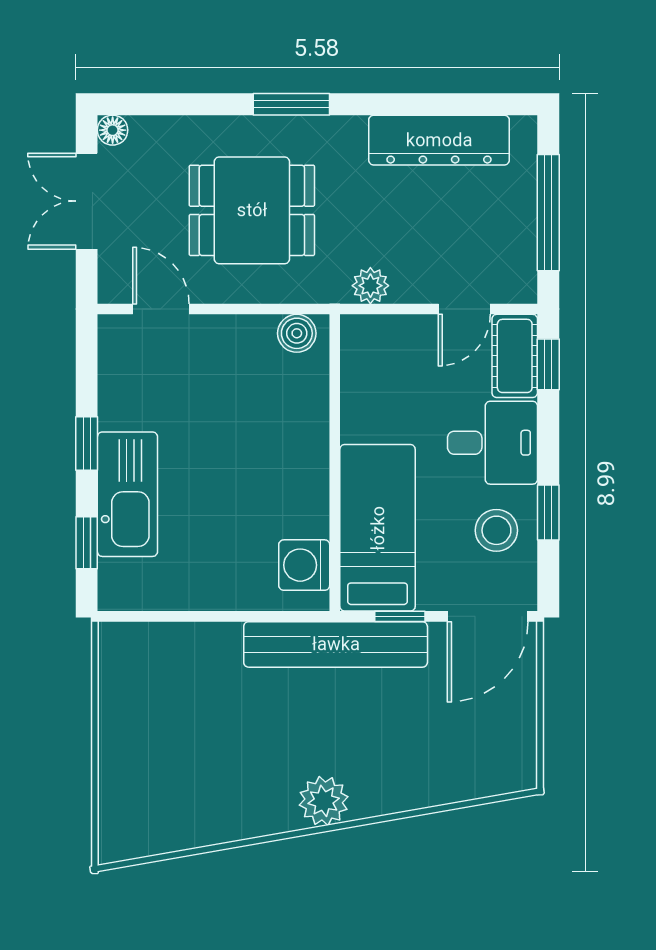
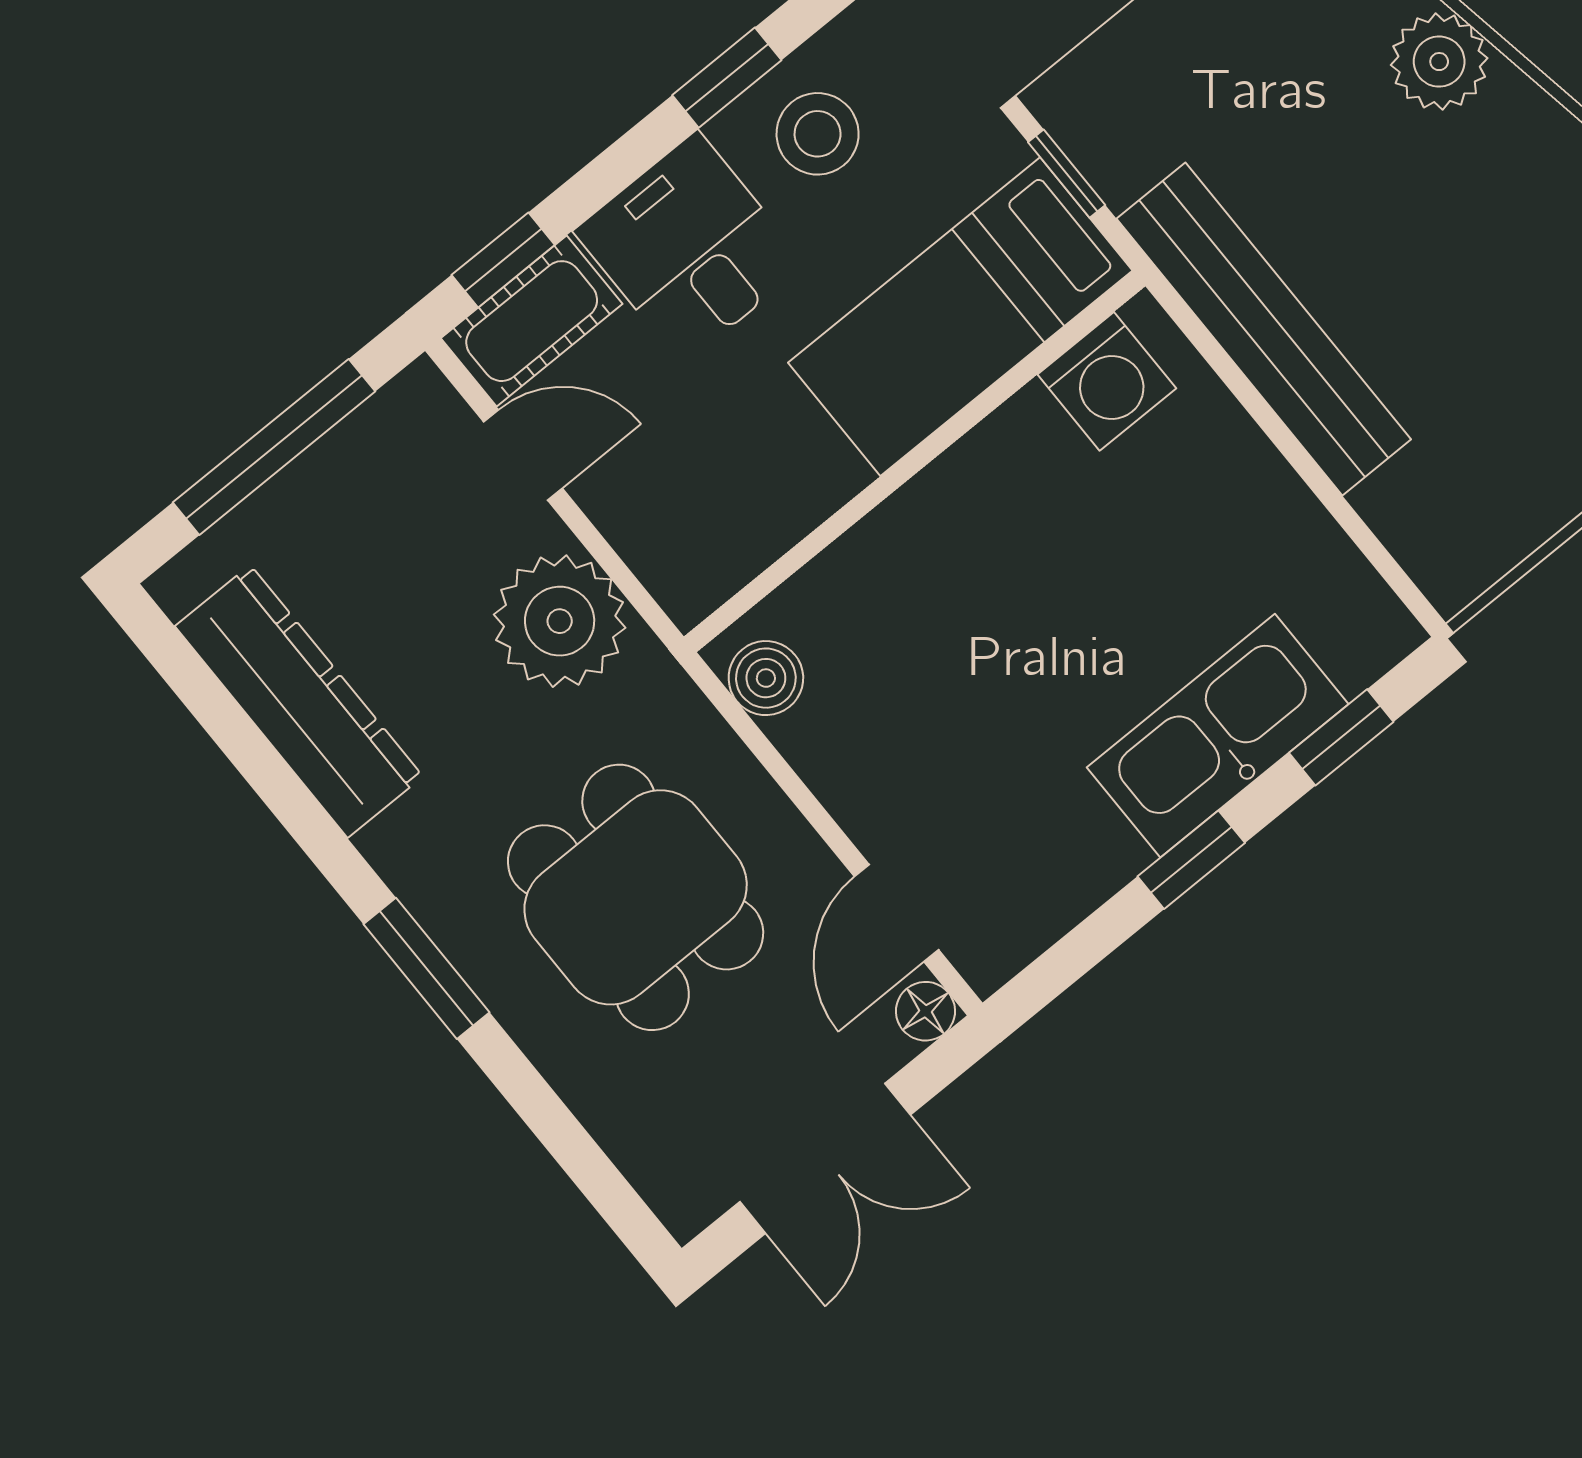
floor lamp: (113, 130) -> (925, 1011), moved
plant: (370, 286) -> (560, 621), width x1.88, depth x1.88
bench: (336, 644) -> (1264, 329), moved

